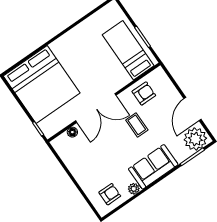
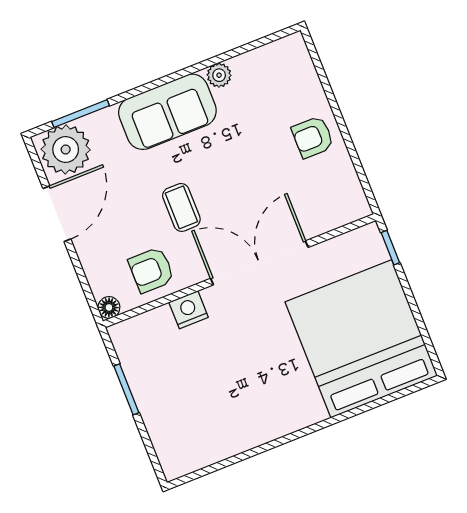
bed: (128, 50) -> (163, 368), removed
nightstand: (123, 79) -> (189, 310), added
floor lamp: (72, 132) -> (109, 307), moved
armchair: (110, 194) -> (313, 137), moved

